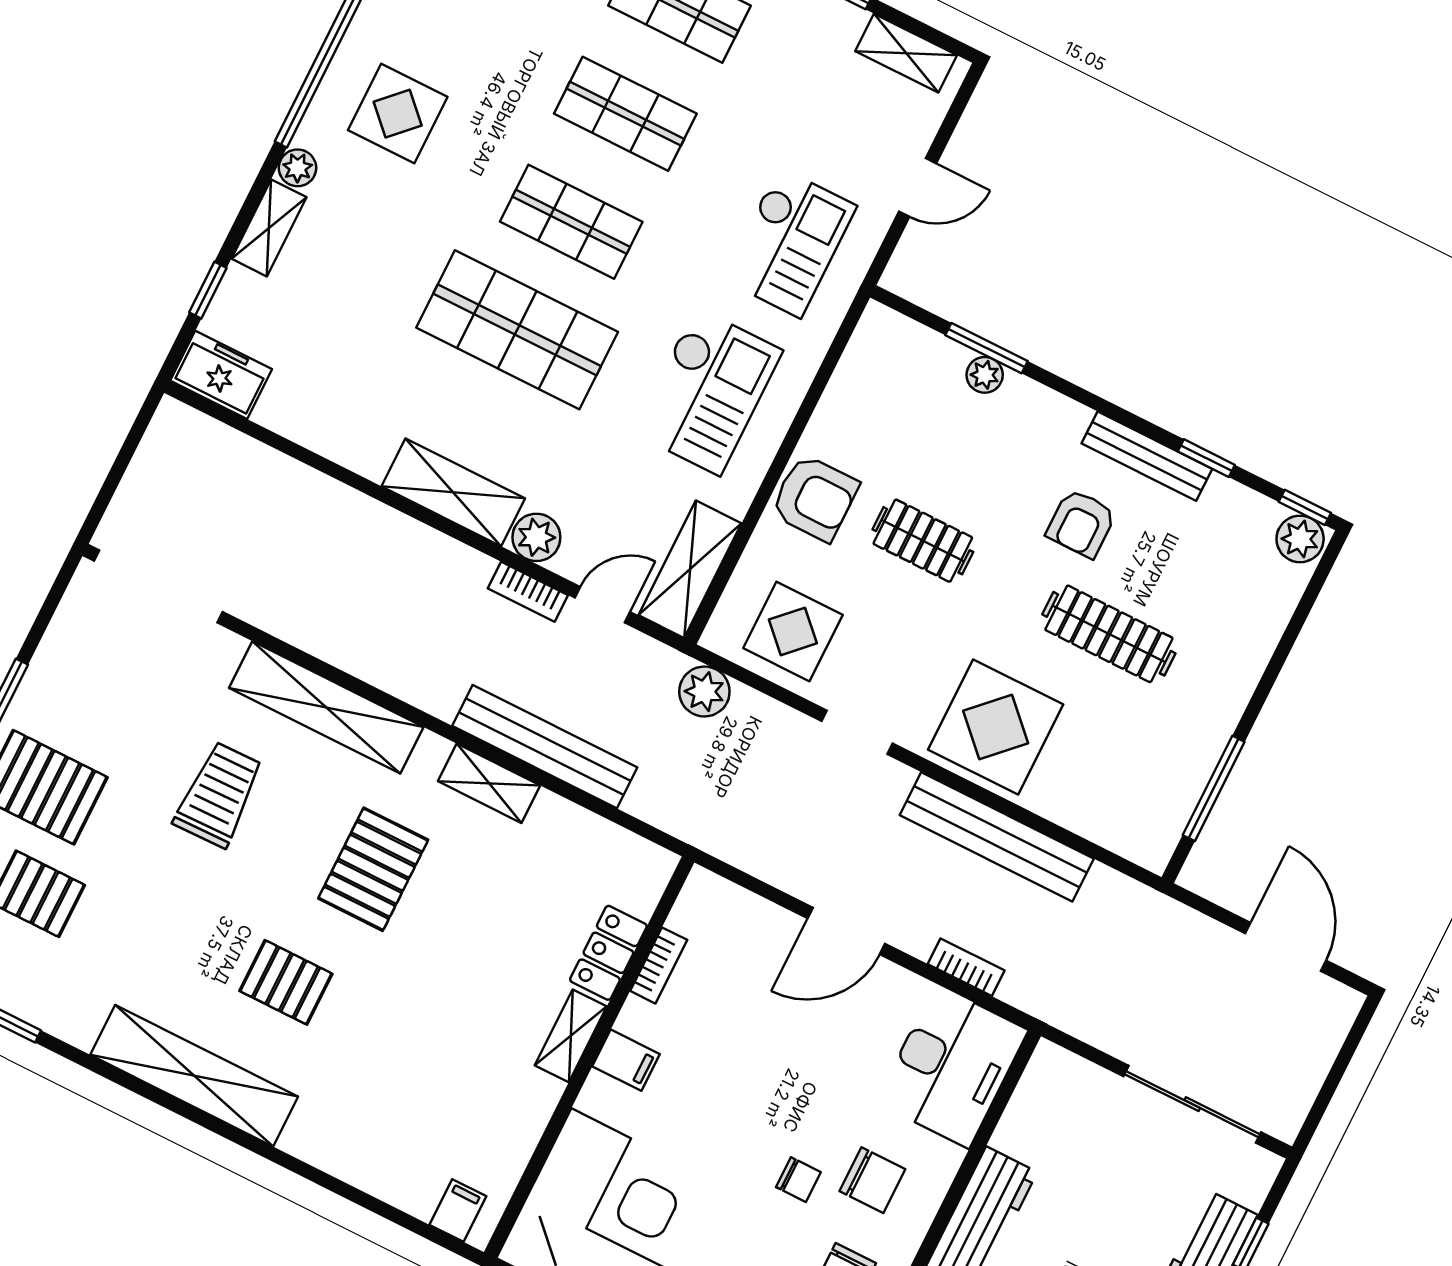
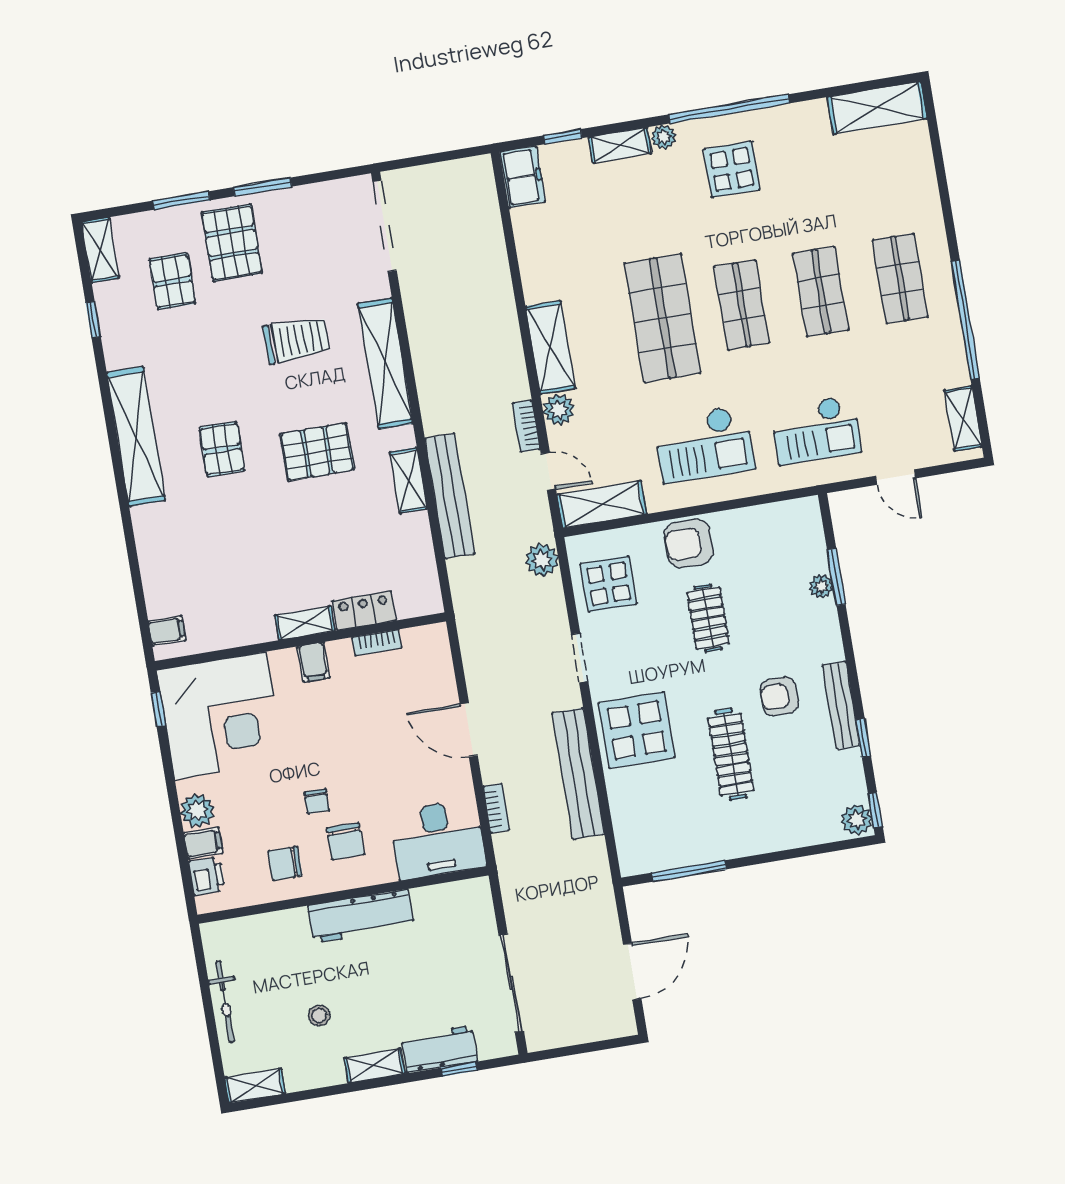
armchair: (815, 498) -> (689, 543), turned 90

